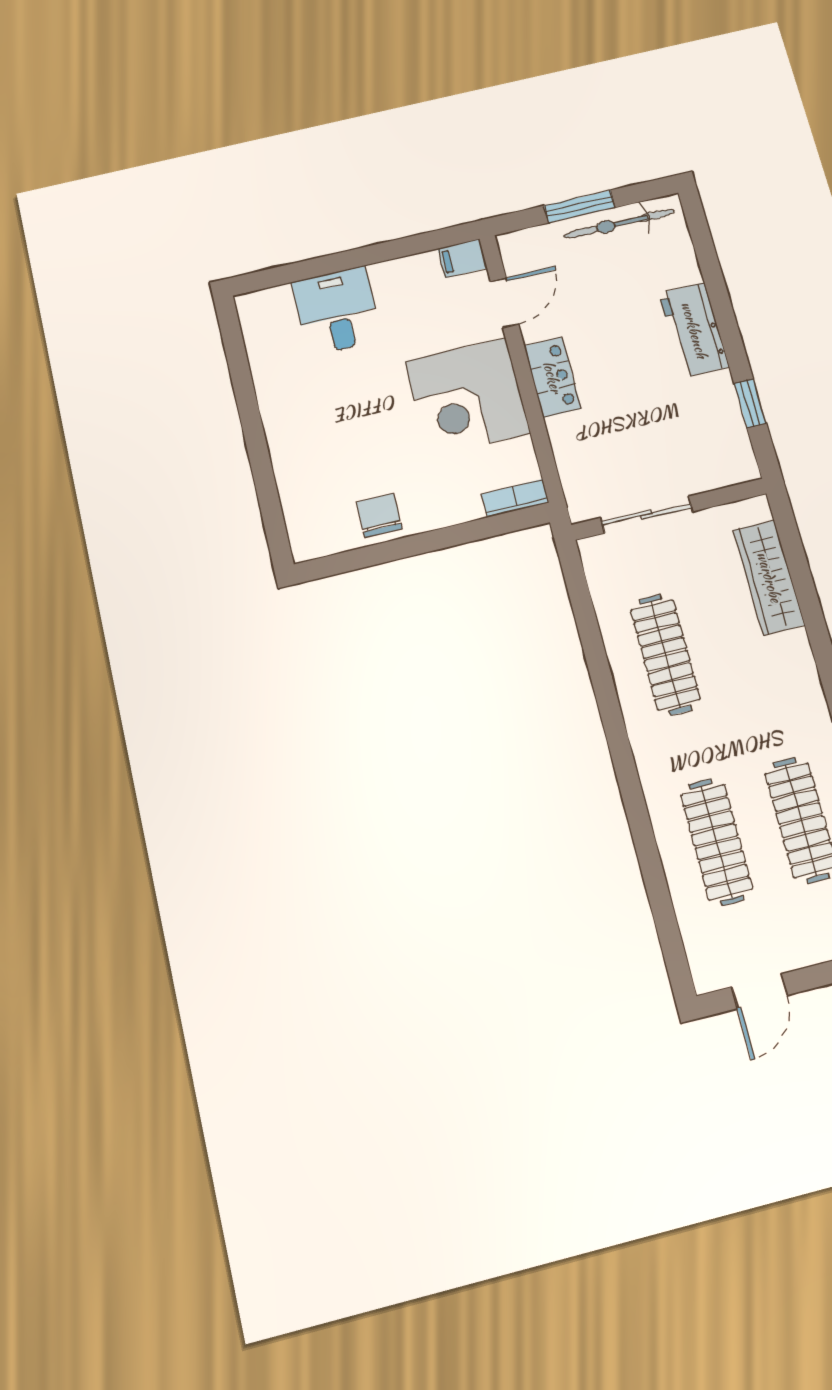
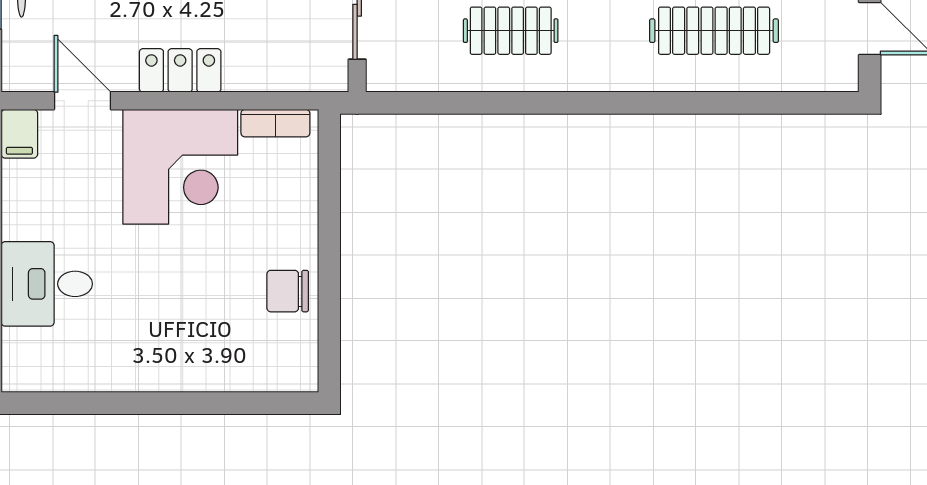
bookcase: (515, 498) -> (275, 123), moved, turned -90
clothes rail: (665, 655) -> (511, 31), width x0.73

